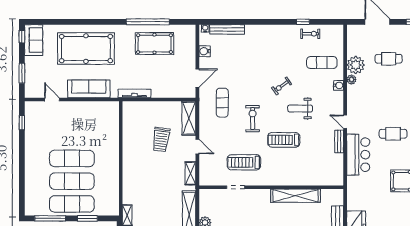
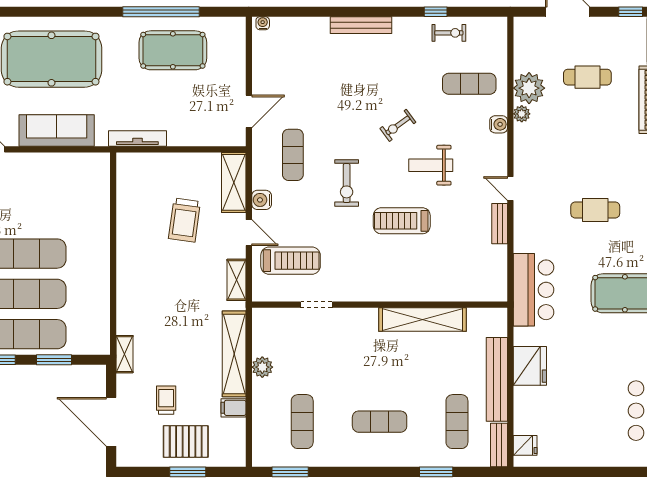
bench: (227, 29) -> (361, 25), moved
water cooler: (205, 51) -> (262, 200), moved
exercise bike: (253, 119) -> (347, 183), turned 180
bar counter: (358, 155) -> (534, 290), moved
treadmill: (244, 162) -> (291, 261), moved, turned 180

